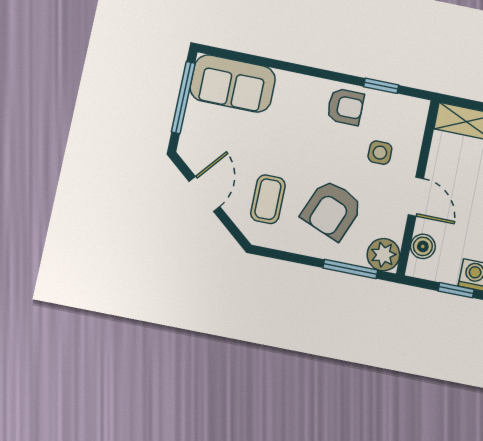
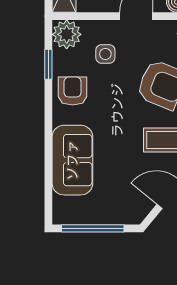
sofa: (233, 84) -> (72, 160), moved
plant: (411, 113) -> (67, 34), added

